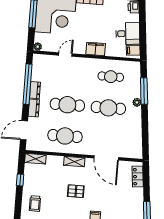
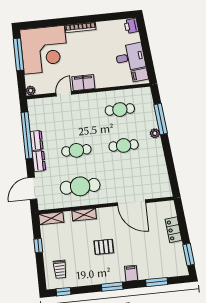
filing cabinet: (96, 49) -> (83, 83), moved
cafe table: (67, 105) -> (76, 150), width x0.73, depth x0.74
cafe table: (108, 108) -> (124, 145), width x0.73, depth x0.74
shelving: (74, 162) -> (84, 215), moved
locker: (138, 177) -> (174, 230), moved

